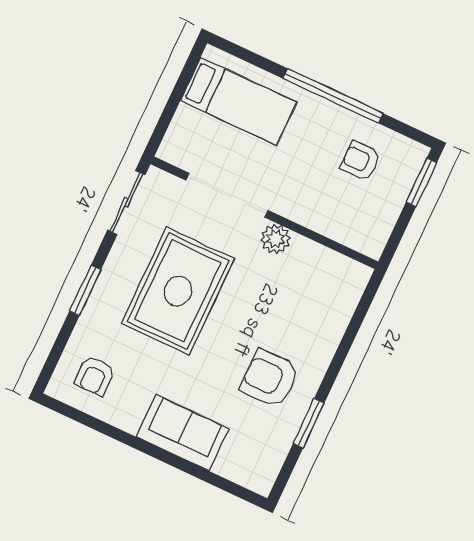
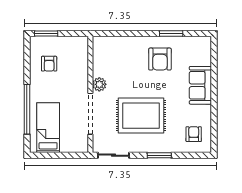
window: (333, 96) -> (27, 109), moved
armchair: (95, 376) -> (194, 134), turned -90

